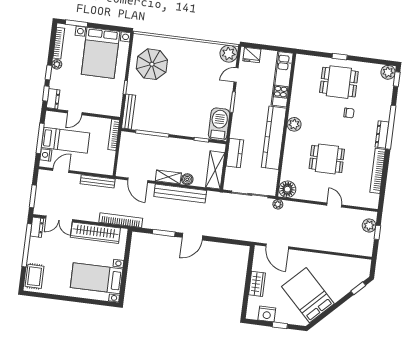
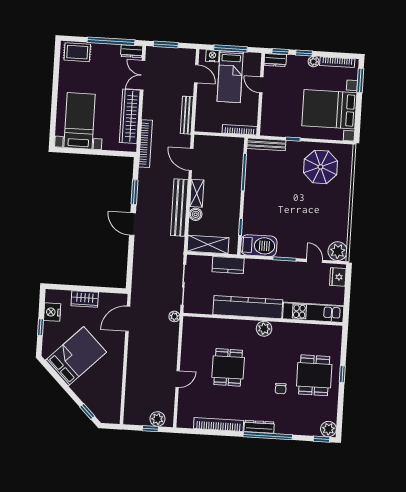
door: (138, 180) -> (191, 160), hinge flipped
floor lamp: (287, 189) -> (192, 326), removed

